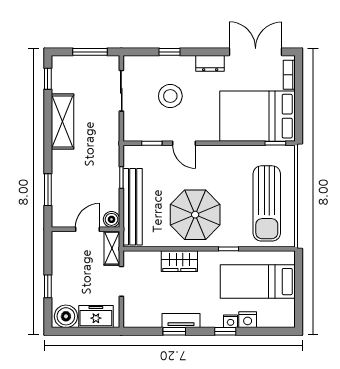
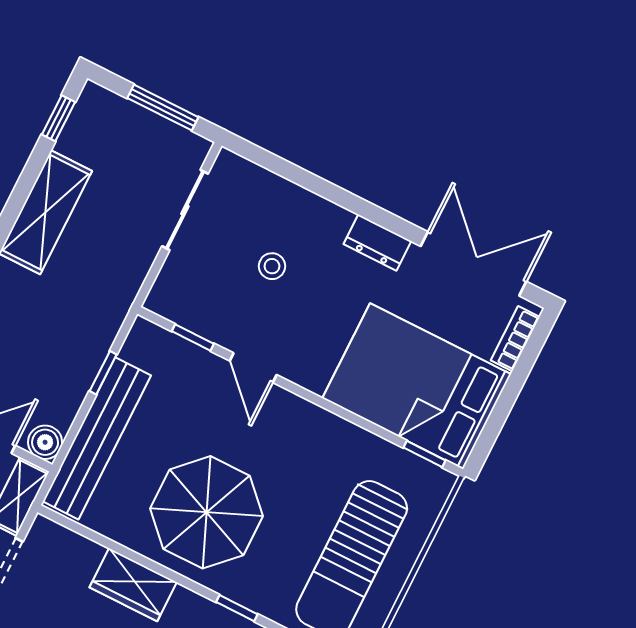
window: (169, 52) -> (312, 183), removed
stool: (170, 96) -> (272, 266), width x0.53, depth x0.53

